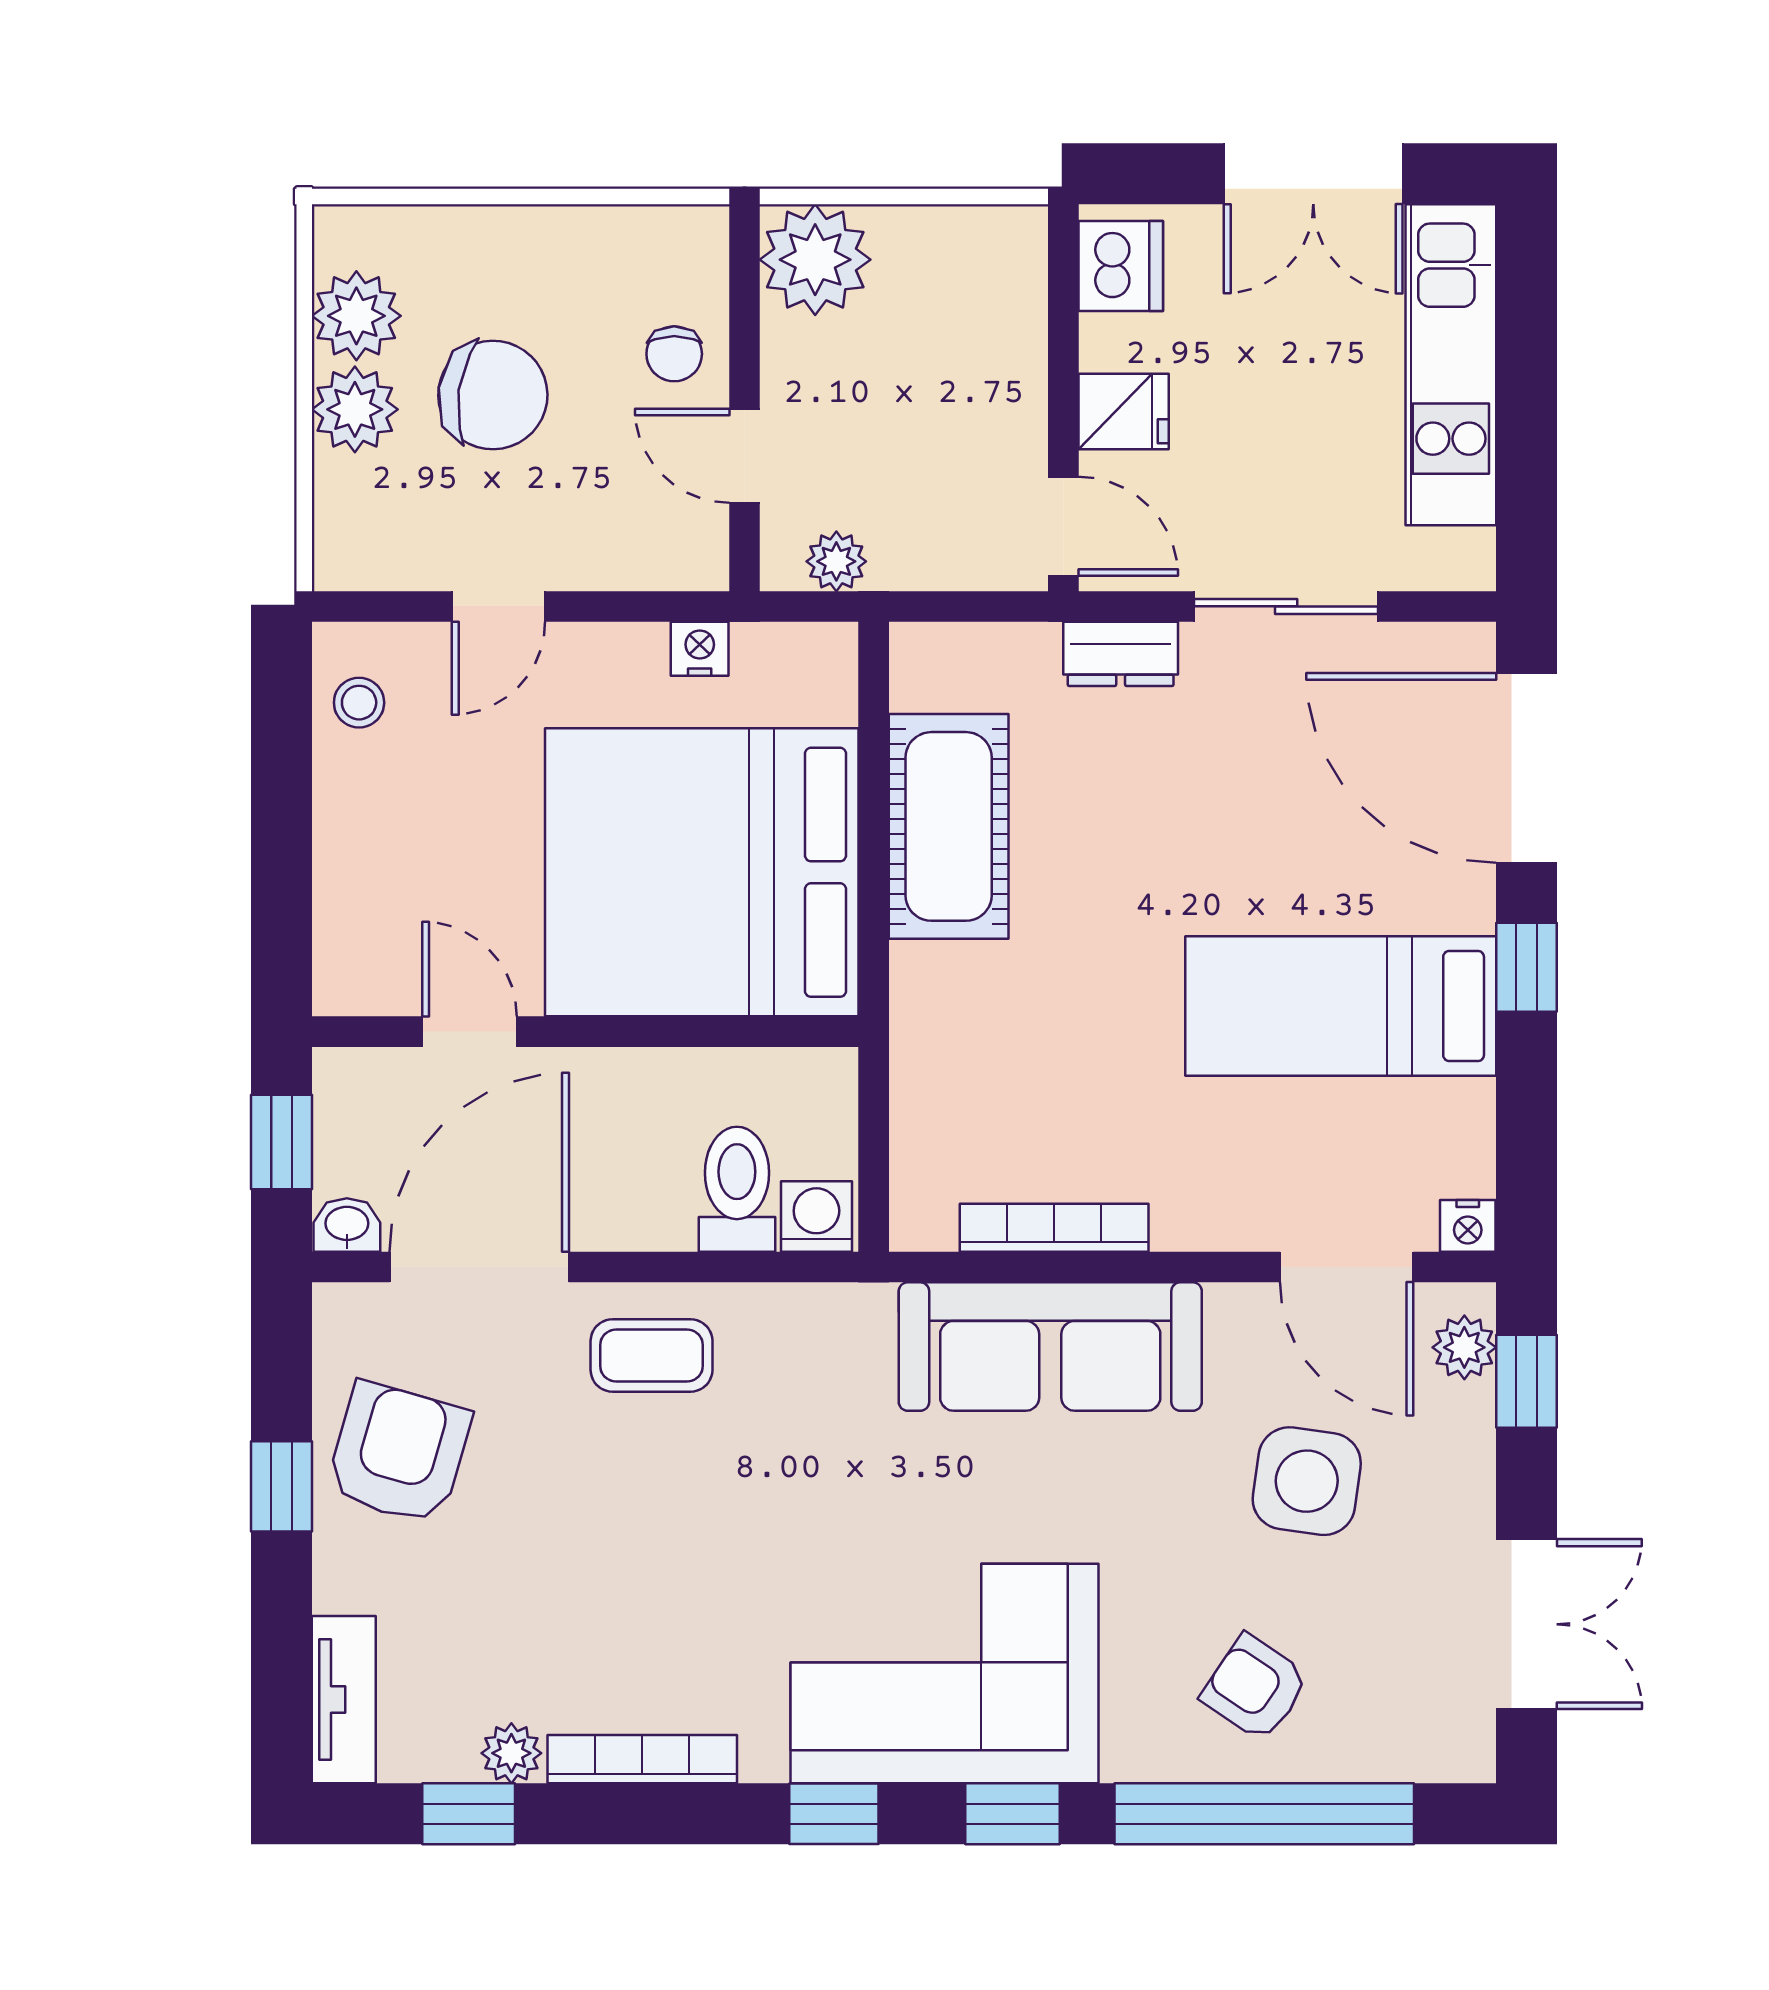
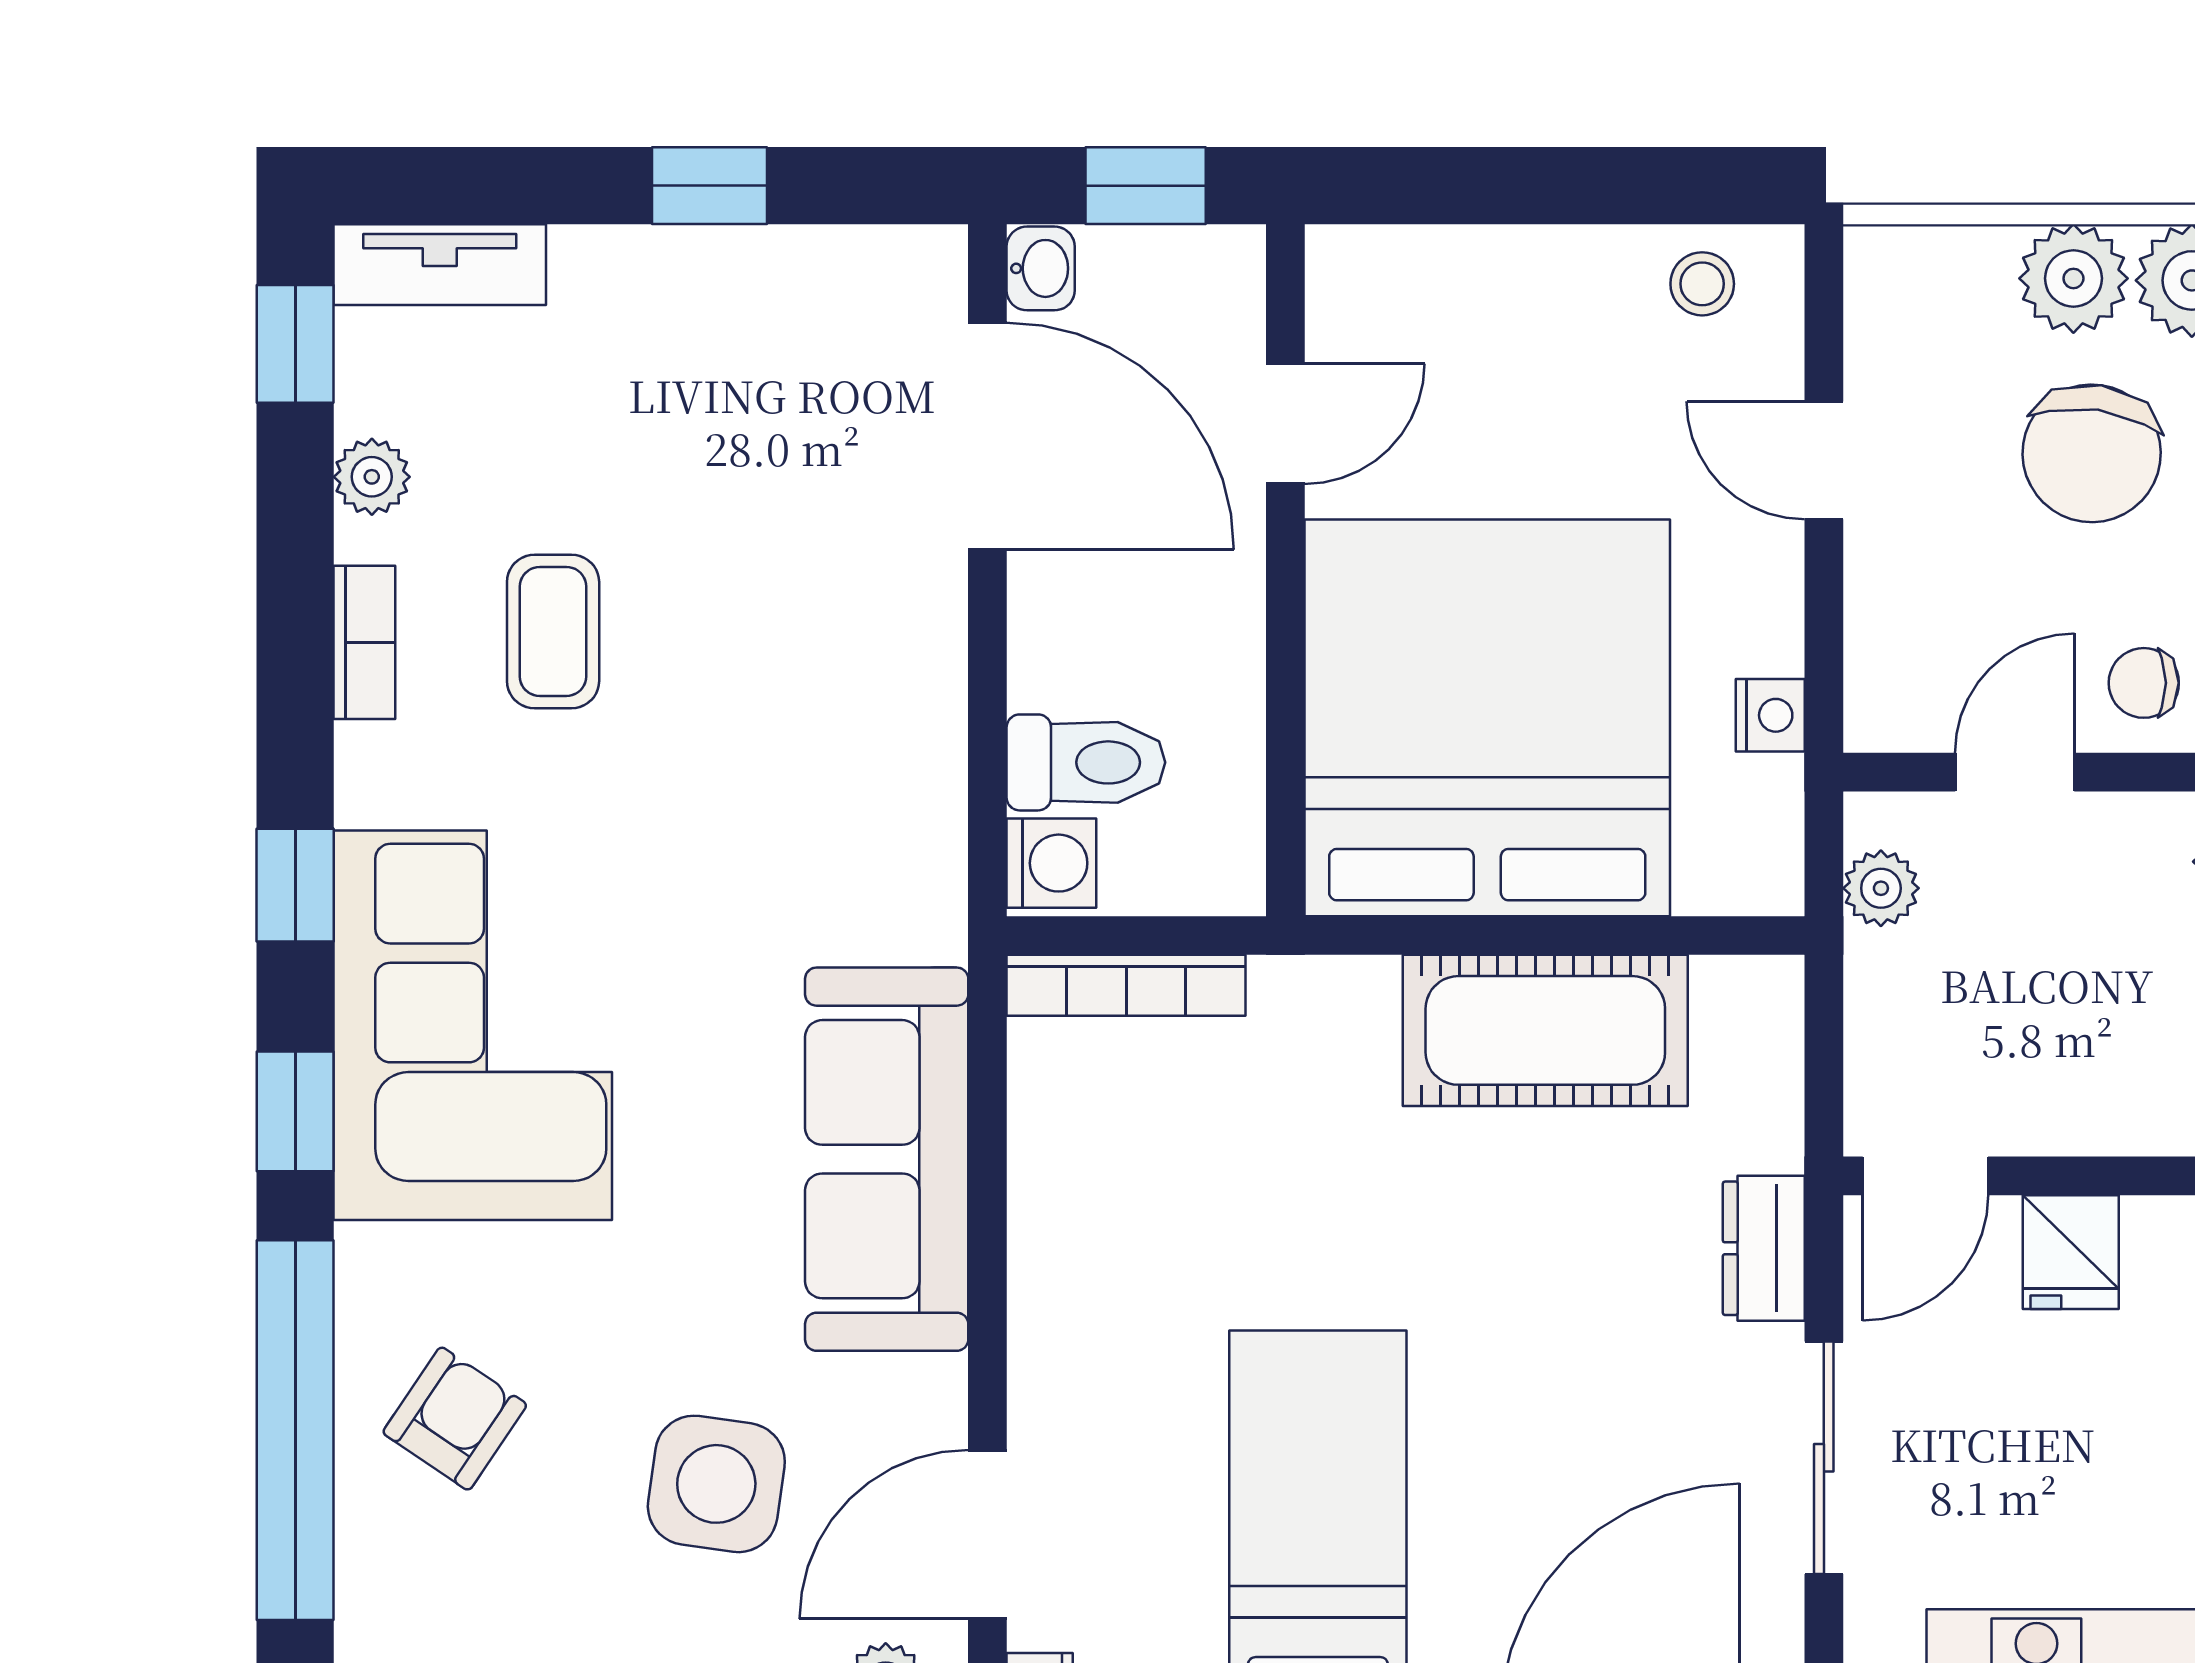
bookcase: (1054, 1228) -> (1126, 985), moved, turned 90
coffee table: (652, 1355) -> (553, 631), moved
armchair: (398, 1453) -> (752, 334), removed
bookcase: (642, 1759) -> (364, 642), width x0.64
window: (469, 1814) -> (295, 344), moved

